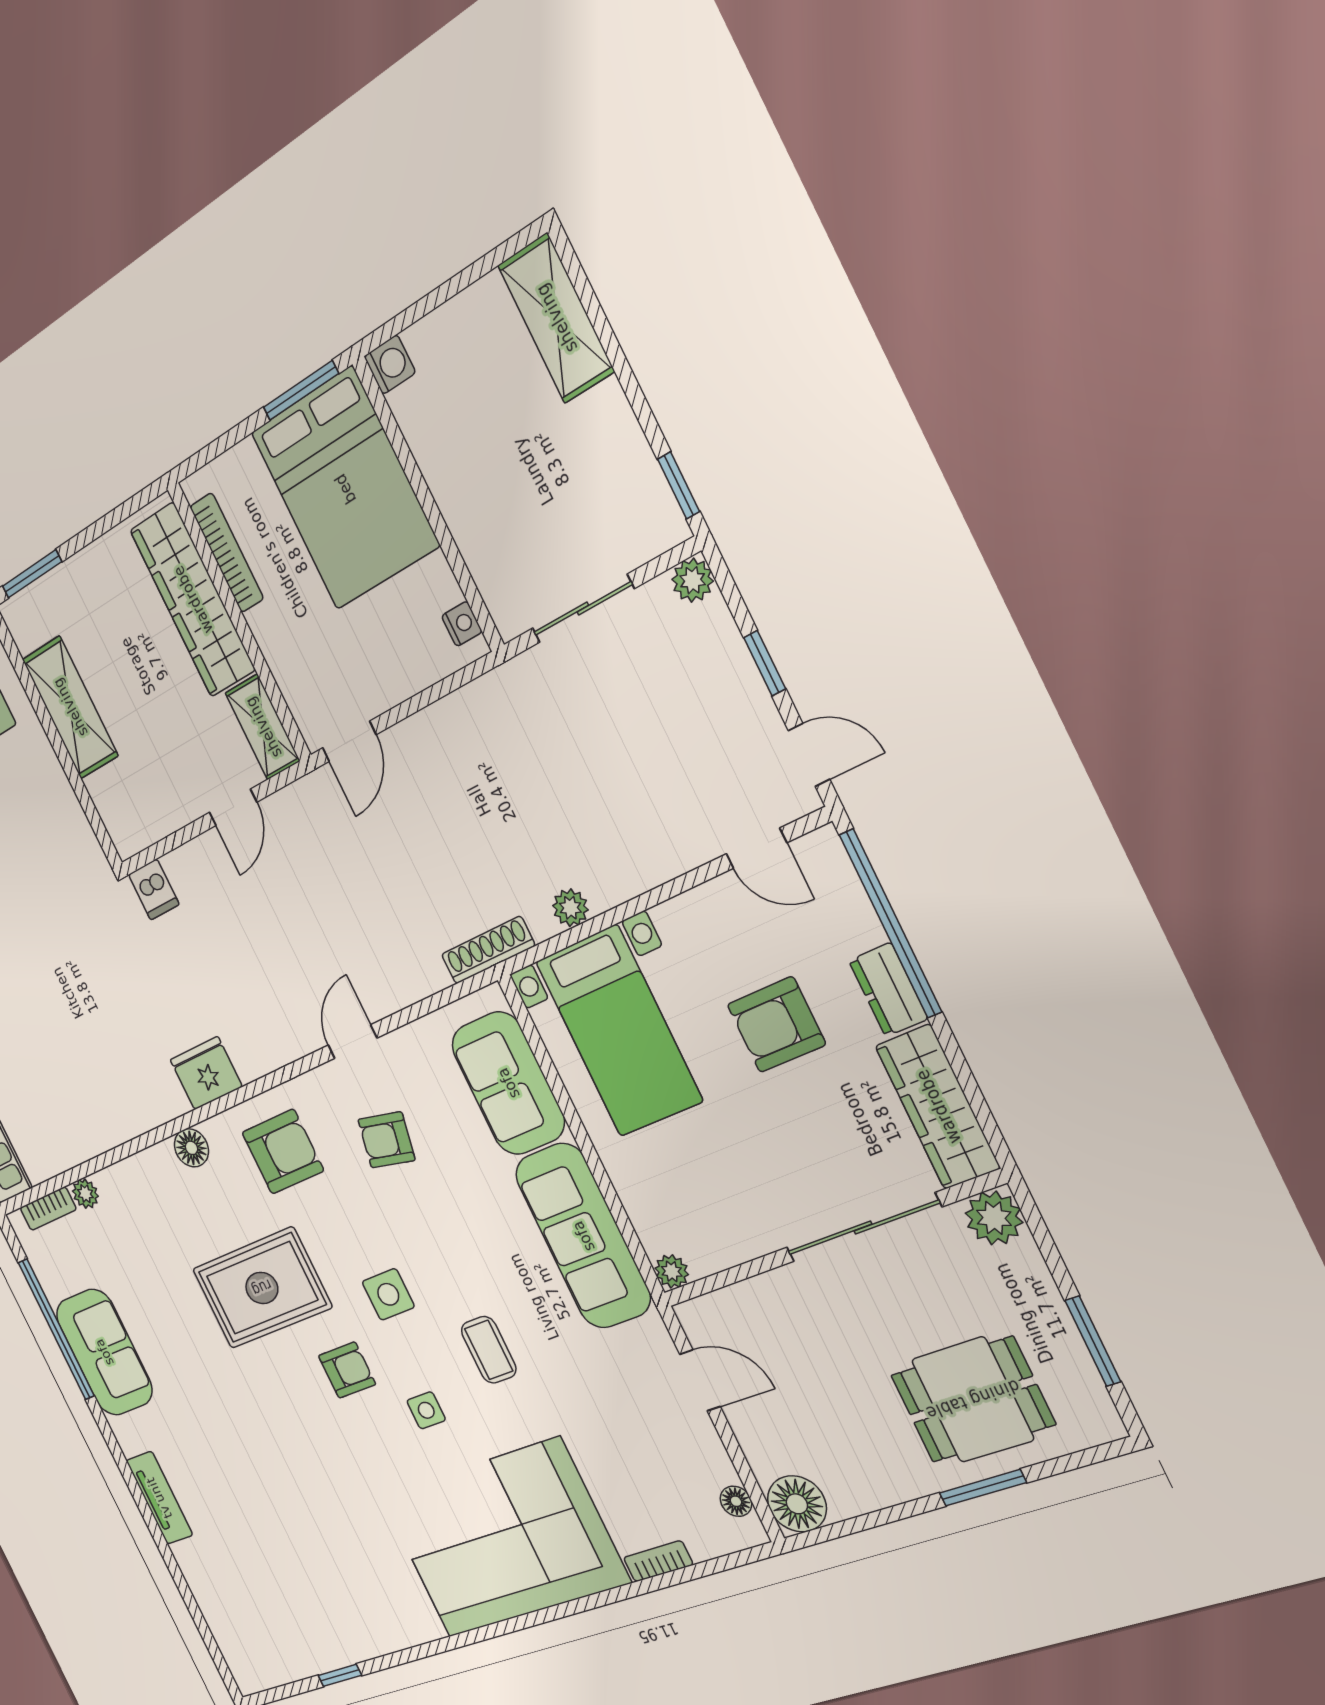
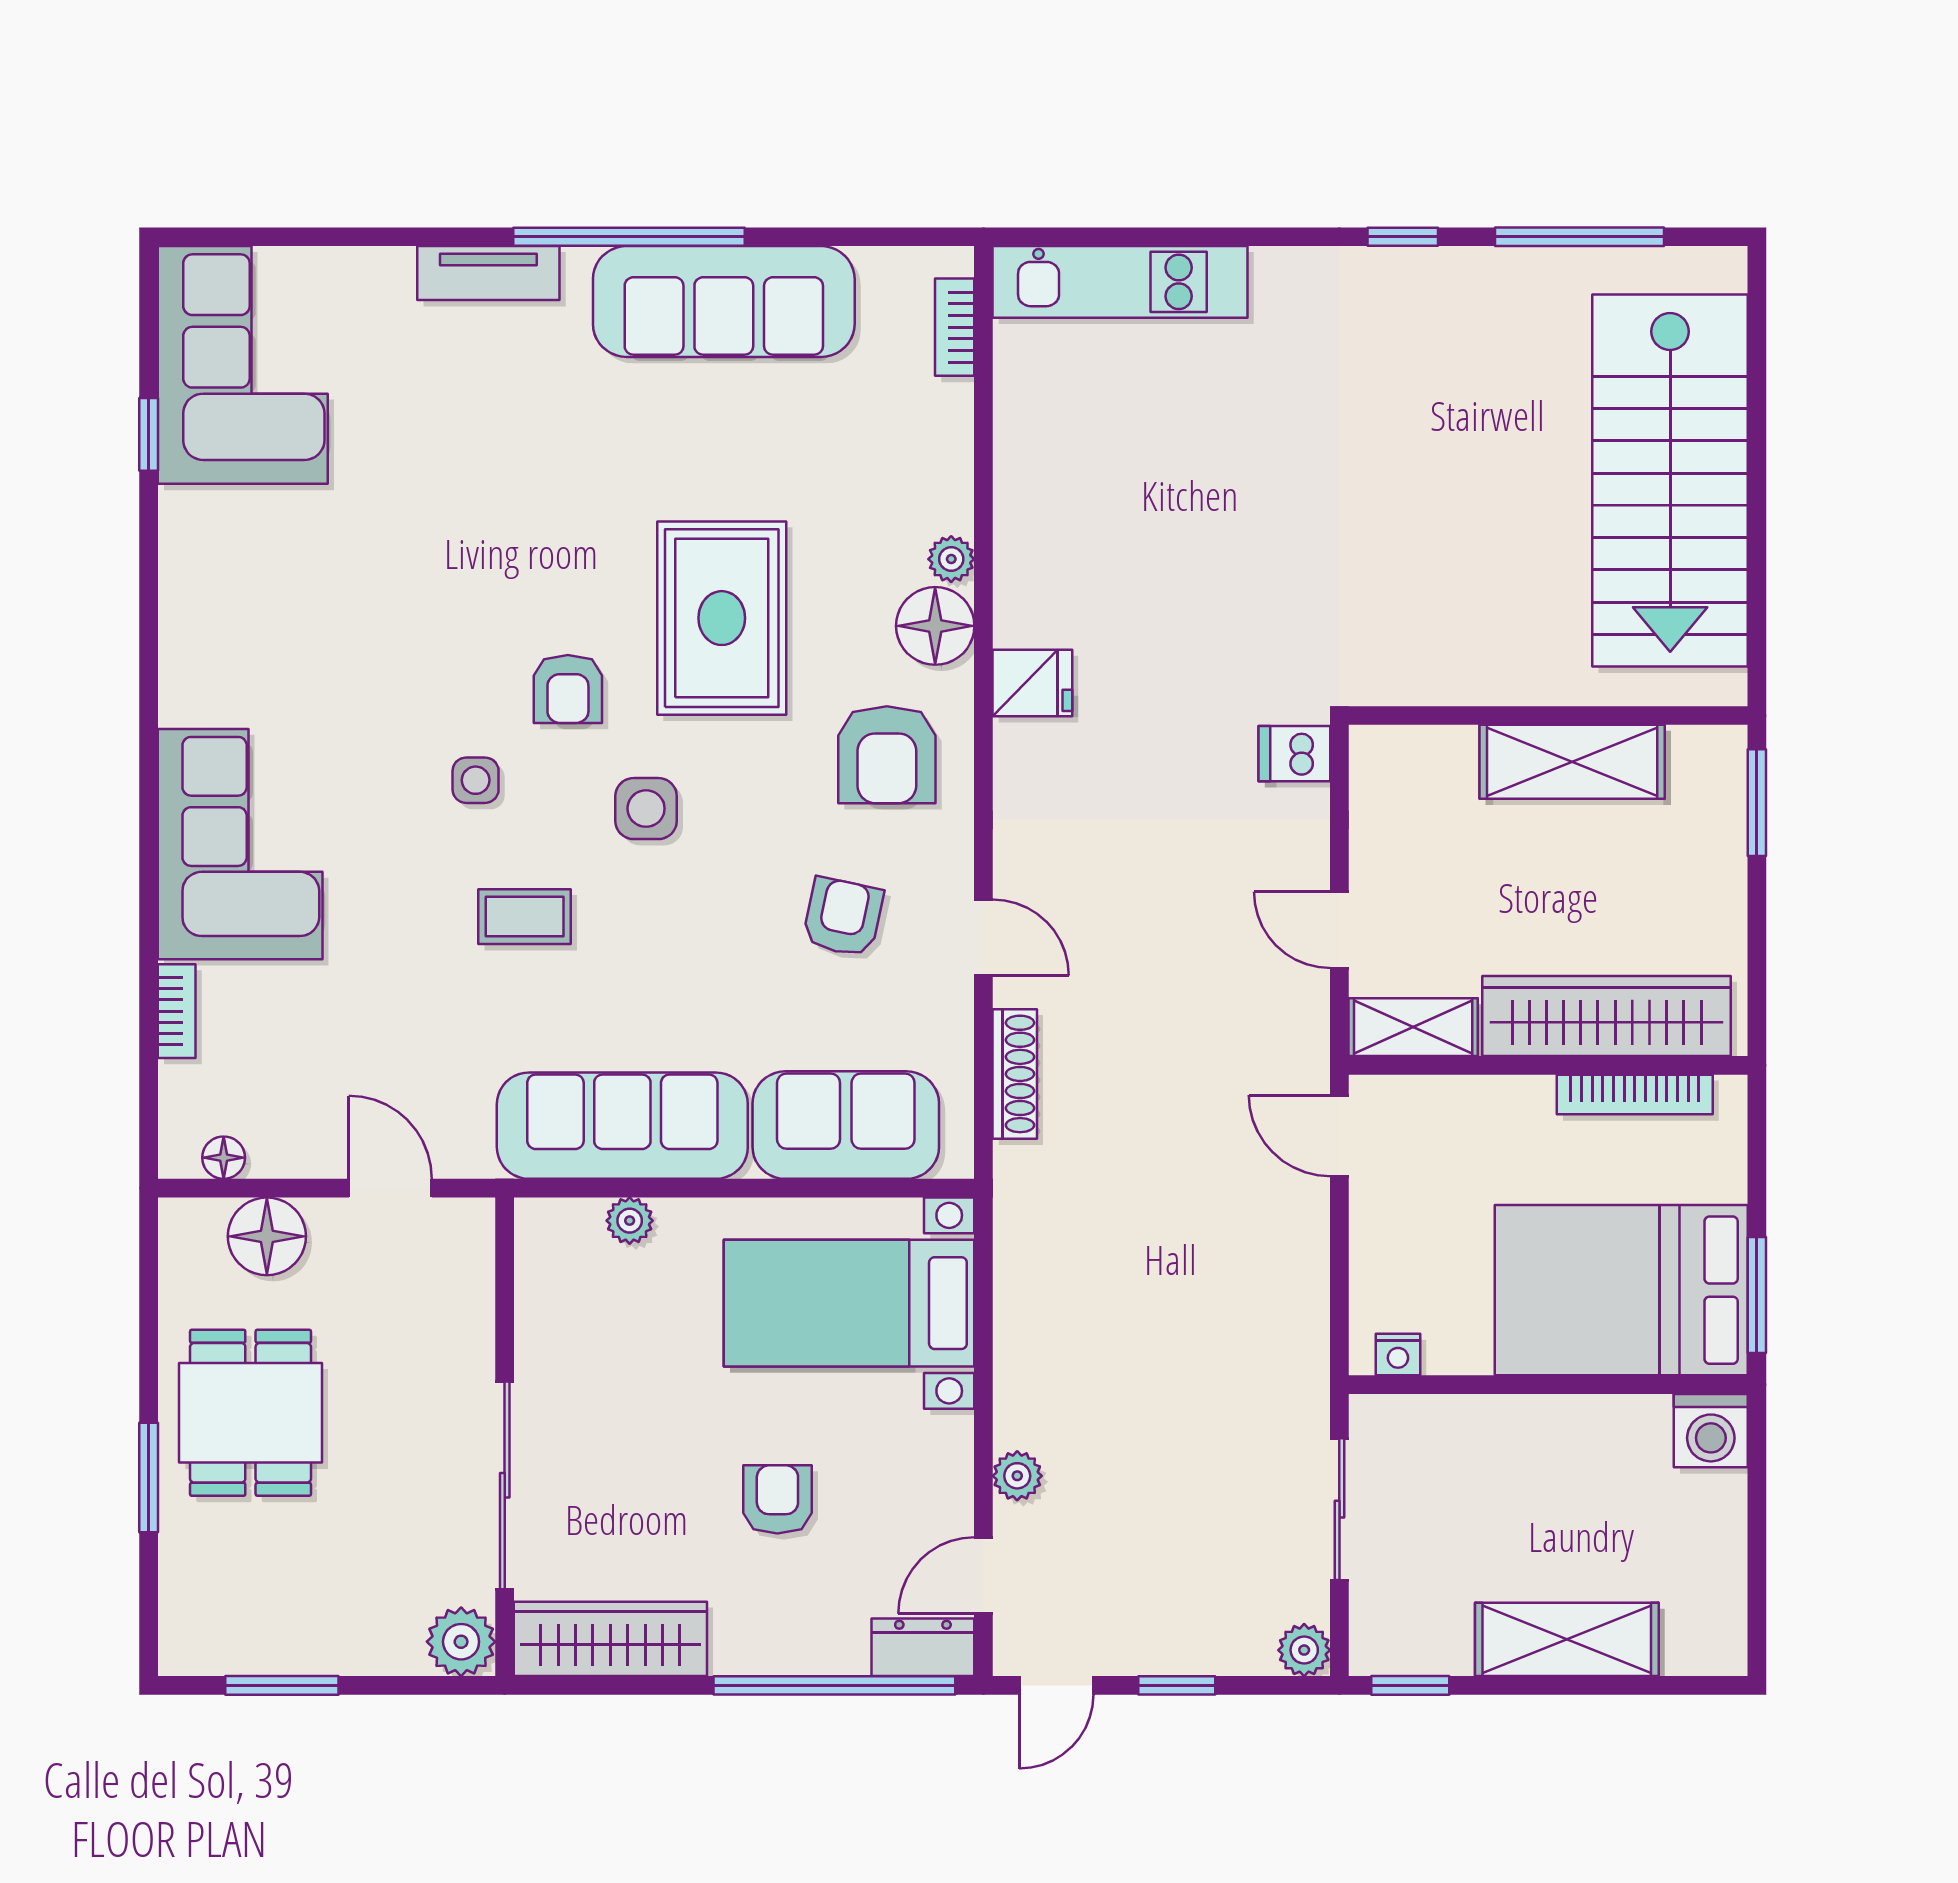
shelving: (556, 318) -> (1567, 1639), moved
washing machine: (390, 365) -> (1711, 1431), width x1.38, depth x1.38
plant: (570, 908) -> (1017, 1476), moved
shoe rack: (488, 950) -> (1015, 1074), moved
dresser: (888, 990) -> (923, 1647), moved
armchair: (776, 1025) -> (777, 1499), width x0.72, depth x0.72
fridge: (206, 1073) -> (1032, 683), width x0.72
floor lamp: (191, 1148) -> (935, 626), width x1.38, depth x1.38
plant: (85, 1194) -> (951, 559), moved
plant: (672, 1271) -> (630, 1221), moved
window: (56, 1329) -> (629, 237), moved
sofa: (104, 1352) -> (724, 302), width x1.36
door: (700, 1380) -> (390, 1188), swing flipped
dining table: (973, 1400) -> (250, 1413), moved
floor lamp: (797, 1504) -> (267, 1236), moved
corner sofa: (504, 1539) -> (240, 844), width x0.73, depth x0.74
corner sofa: (277, 1629) -> (243, 365), added

